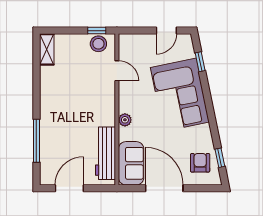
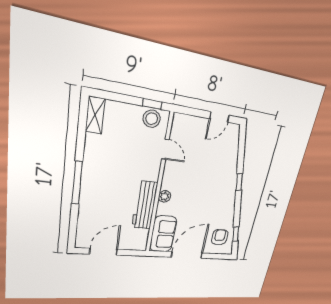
window: (200, 62) -> (239, 182), moved
corner sofa: (180, 95) -> (217, 180), removed
window: (36, 141) -> (77, 183), moved
workbench: (105, 153) -> (145, 205), moved
door: (164, 188) -> (187, 255), hinge flipped

